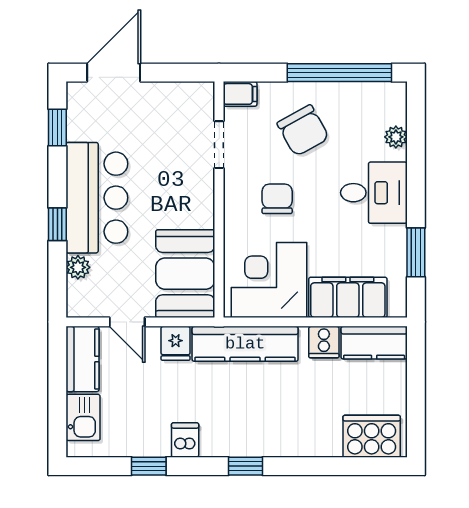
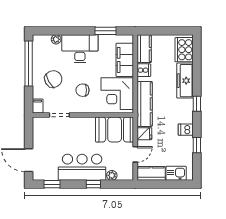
desk: (374, 193) -> (80, 49), width x1.37
freezer: (300, 438) -> (185, 81), added

